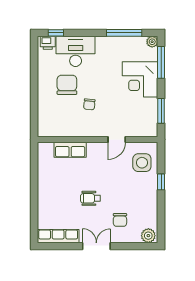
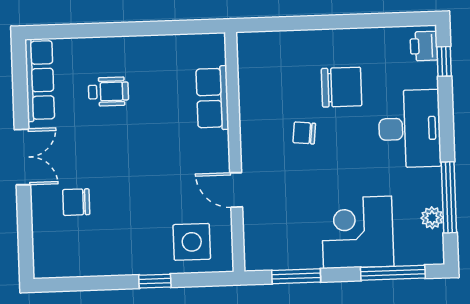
plant: (152, 42) -> (432, 218), moved
desk: (76, 51) -> (410, 129), moved
wheelchair: (90, 198) -> (108, 92), moved, turned 90
plant: (148, 236) -> (47, 260), removed

